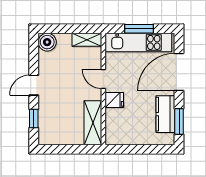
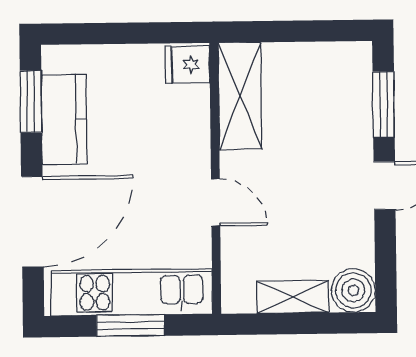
shelving: (87, 40) -> (293, 297), moved
fridge: (114, 100) -> (187, 65), moved
window: (34, 118) -> (384, 105), width x1.50

